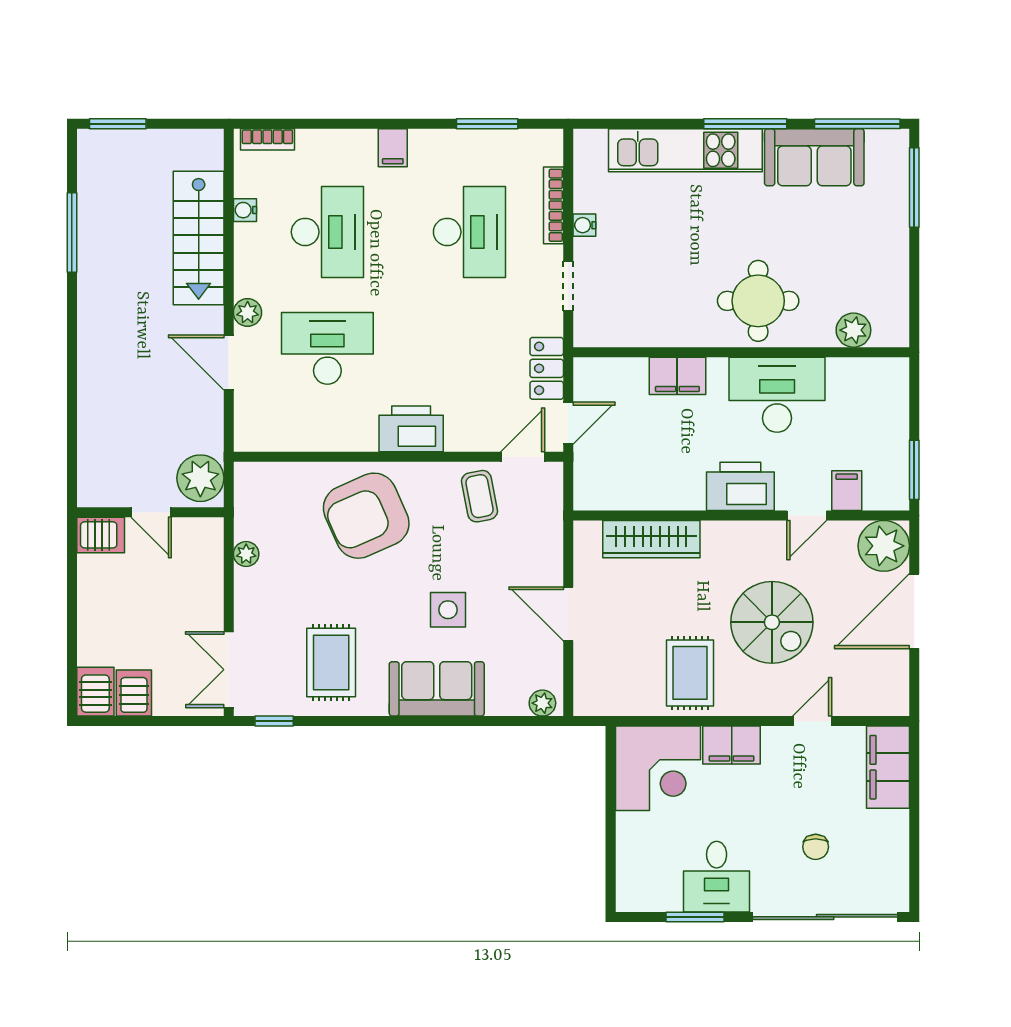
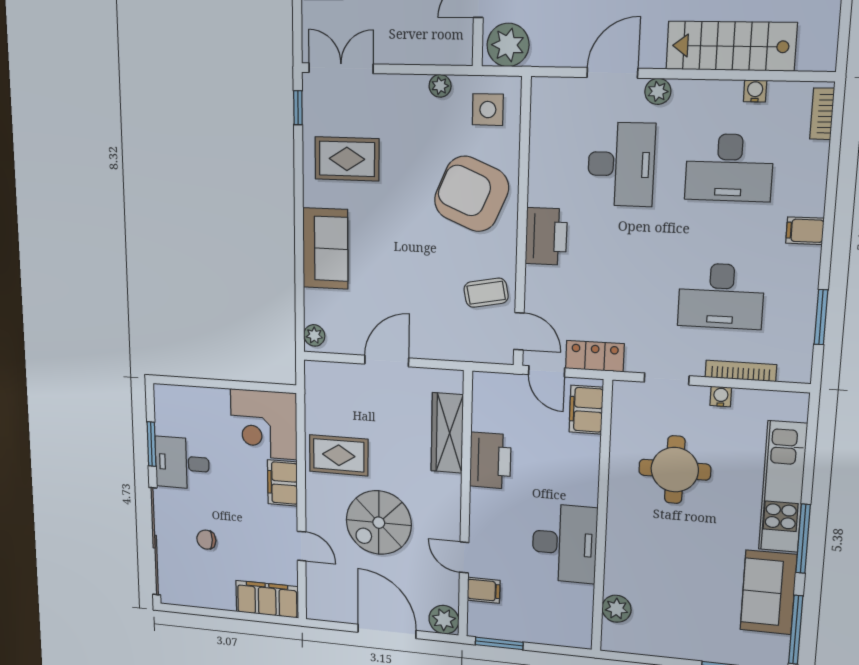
round table: (758, 301) -> (675, 470), moved
filing cabinet: (677, 376) -> (586, 410), moved
printer: (740, 486) -> (490, 461), moved
armchair: (366, 516) -> (471, 194), turned -43
plant: (884, 546) -> (444, 620), width x0.73, depth x0.73
side table: (448, 610) -> (488, 110), moved

